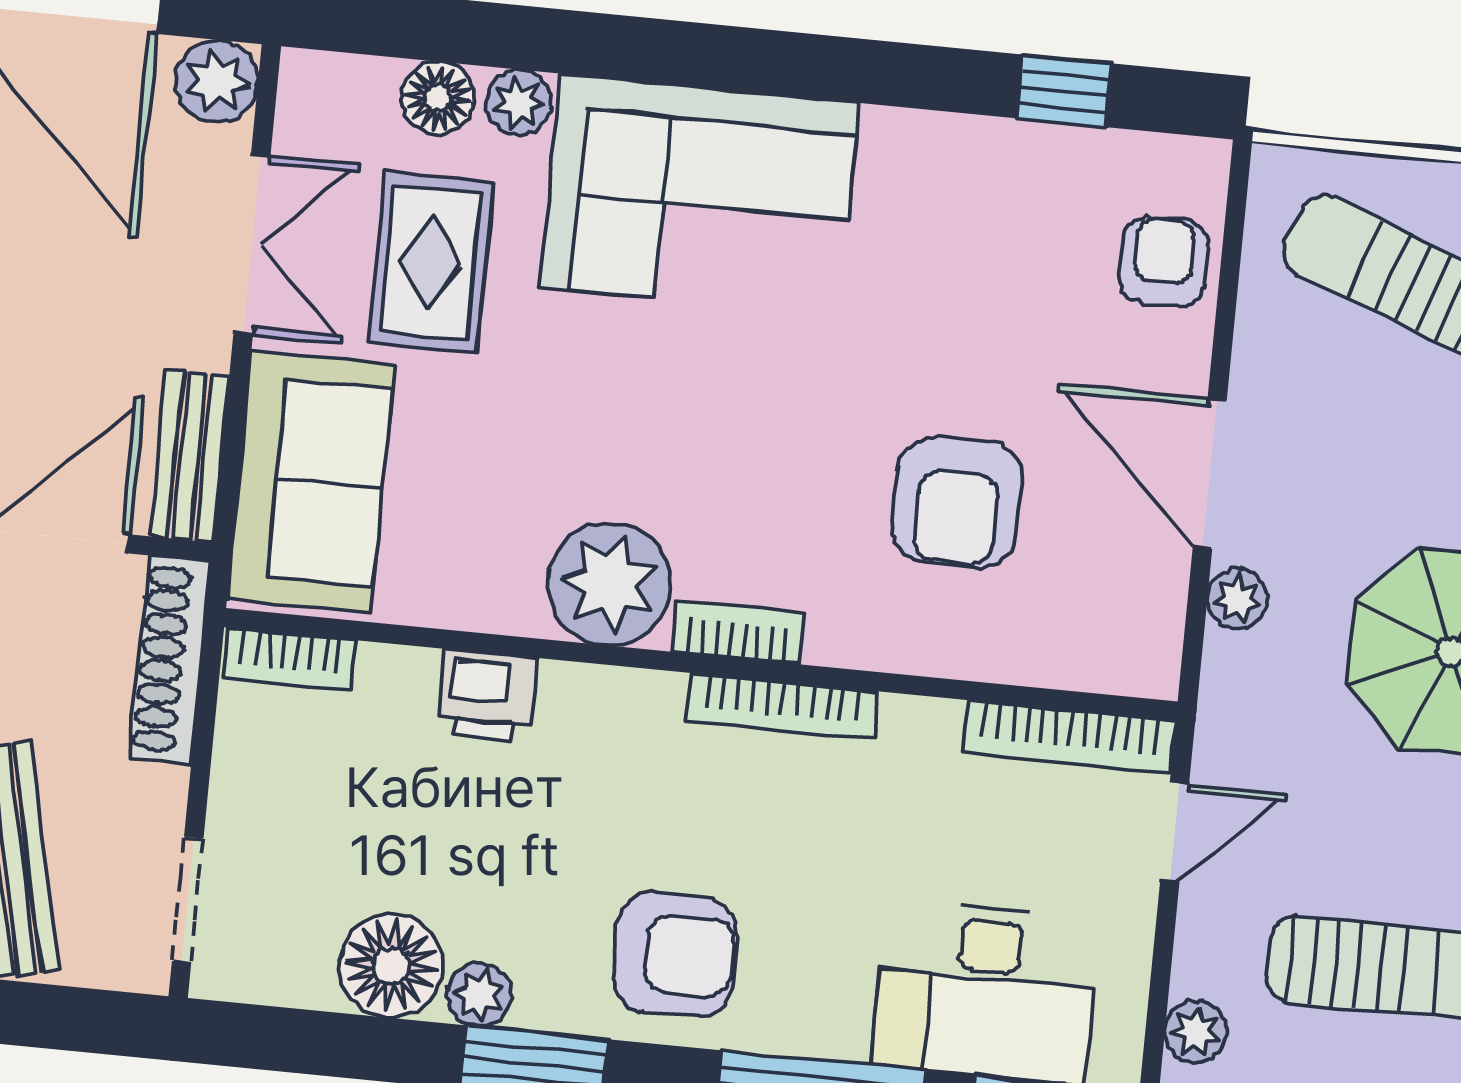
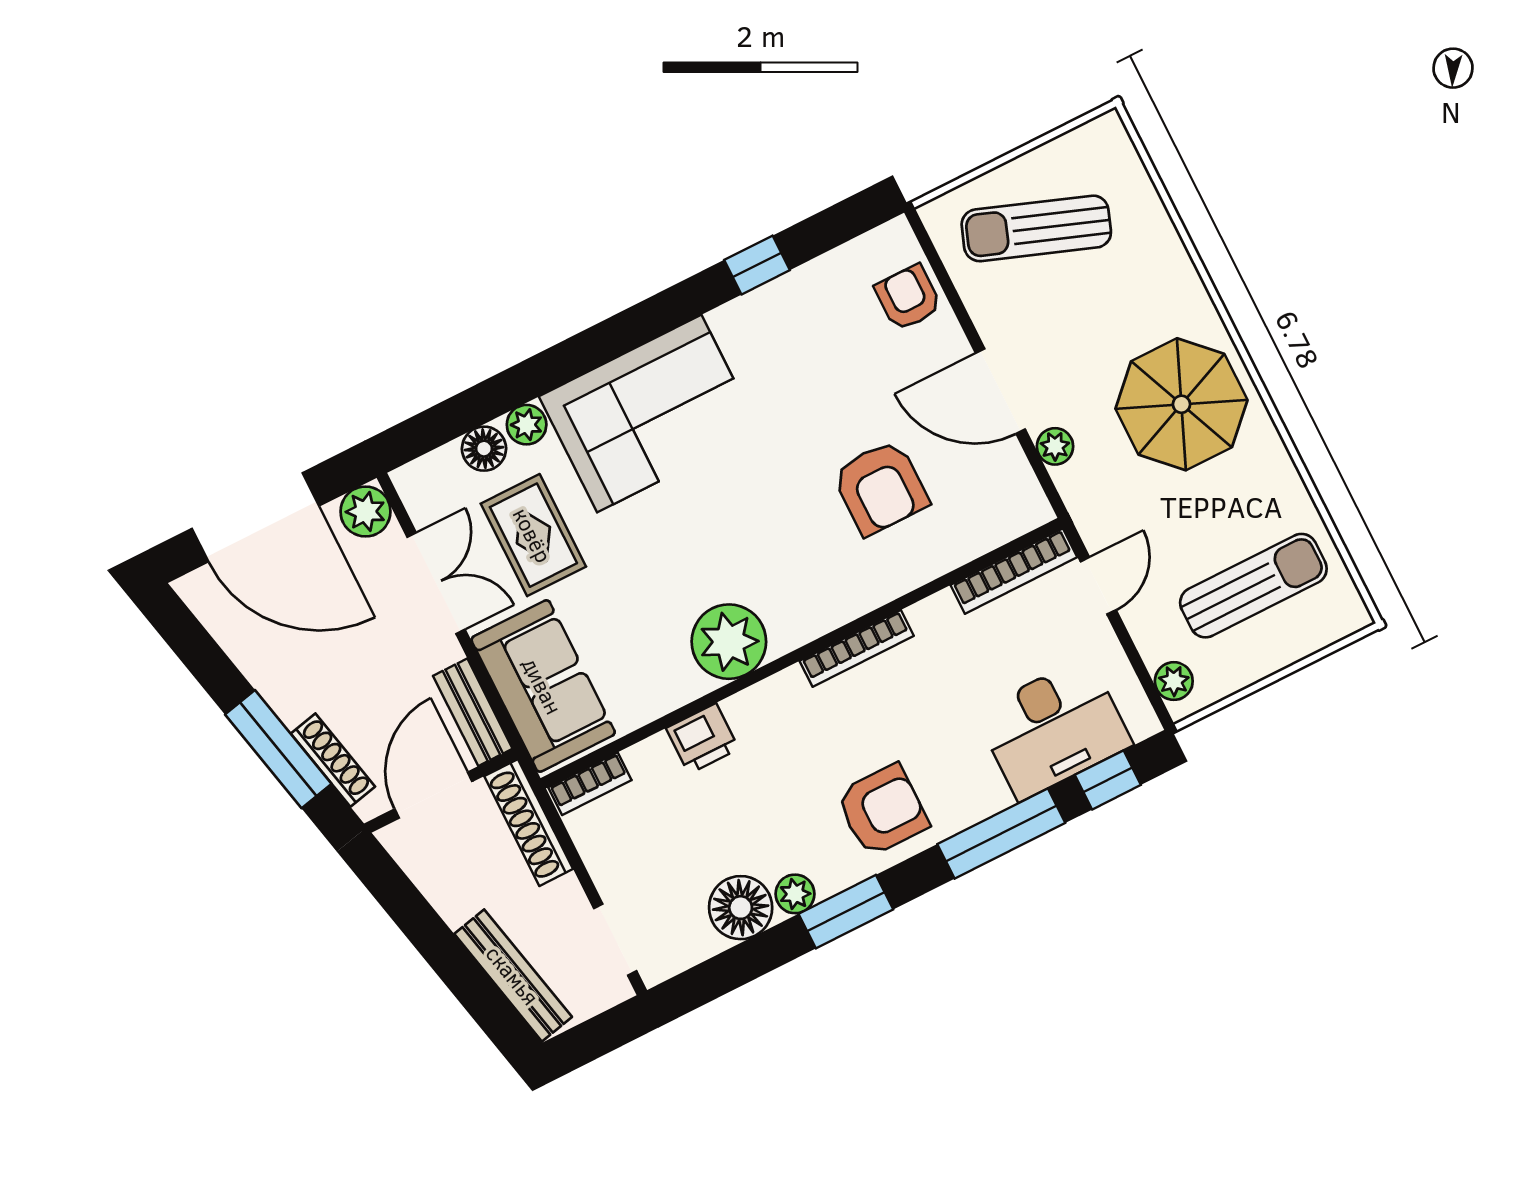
window: (1065, 91) -> (757, 265), moved
bookcase: (738, 632) -> (810, 625), removed

